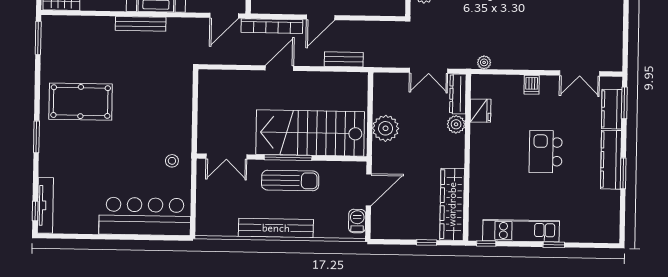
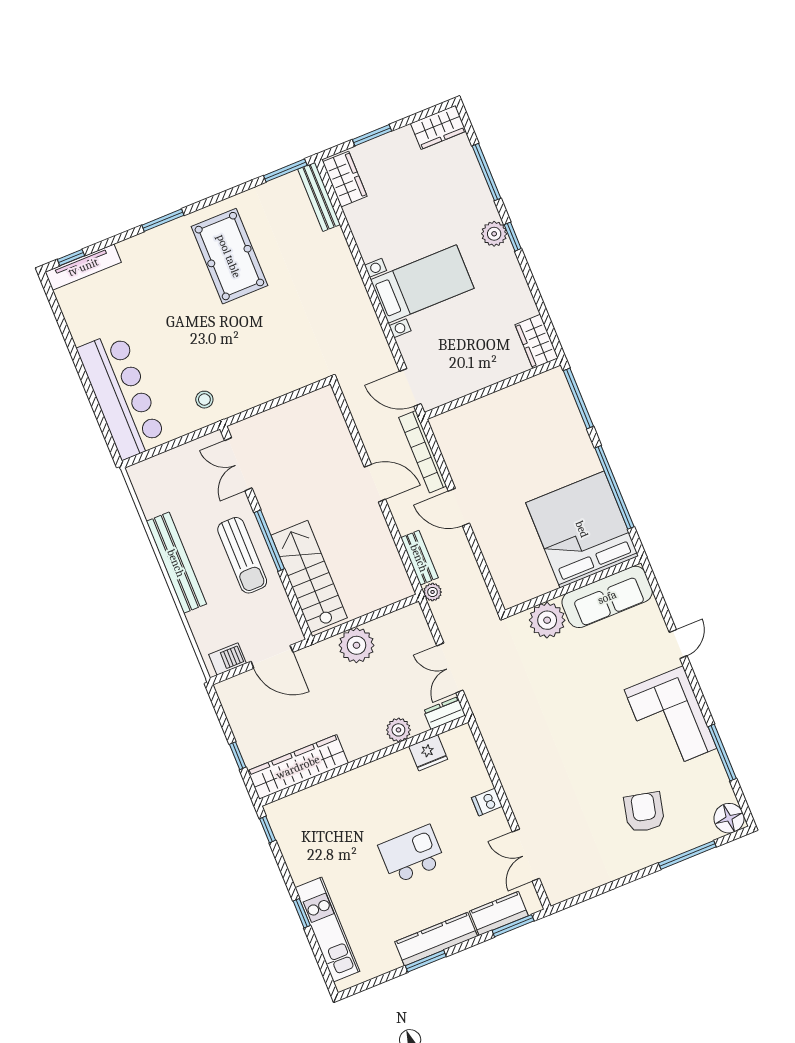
bench: (141, 24) -> (319, 197), moved
plant: (484, 62) -> (433, 592), moved
dresser: (458, 94) -> (444, 713), width x0.70
stairs: (310, 133) -> (309, 577), width x0.73, depth x0.66
kitchen unit: (521, 231) -> (327, 930), moved

